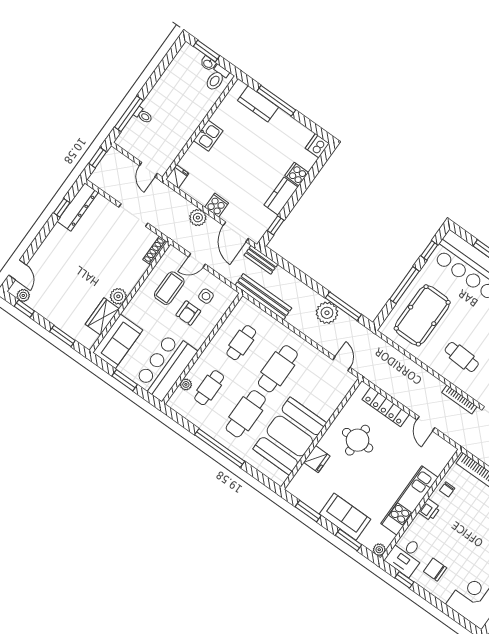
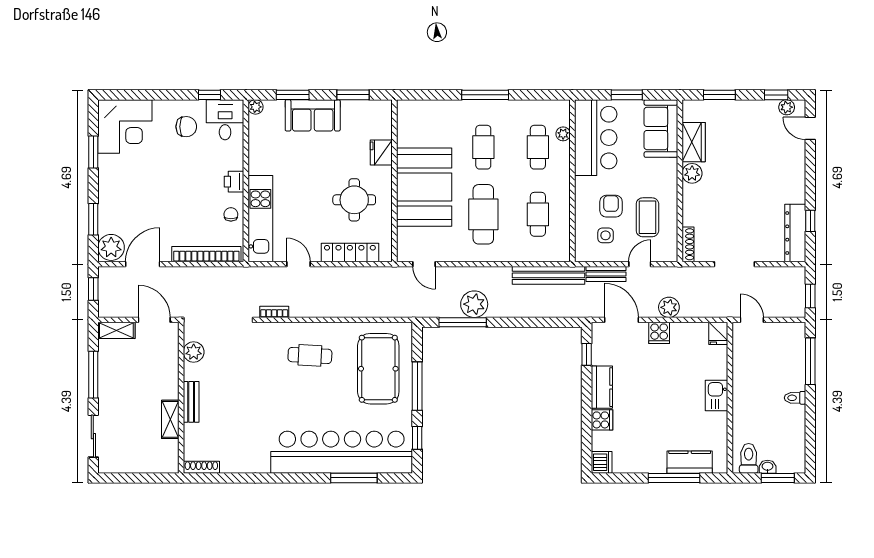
toilet: (143, 115) -> (795, 398), moved
bench: (261, 260) -> (606, 274), moved
bookcase: (459, 399) -> (274, 312), width x0.64
cafe table: (246, 414) -> (483, 147), width x0.73, depth x0.74
booth: (290, 436) -> (424, 187), moved
window: (220, 448) -> (485, 95), width x0.68
kitchen unit: (409, 500) -> (260, 219), moved

